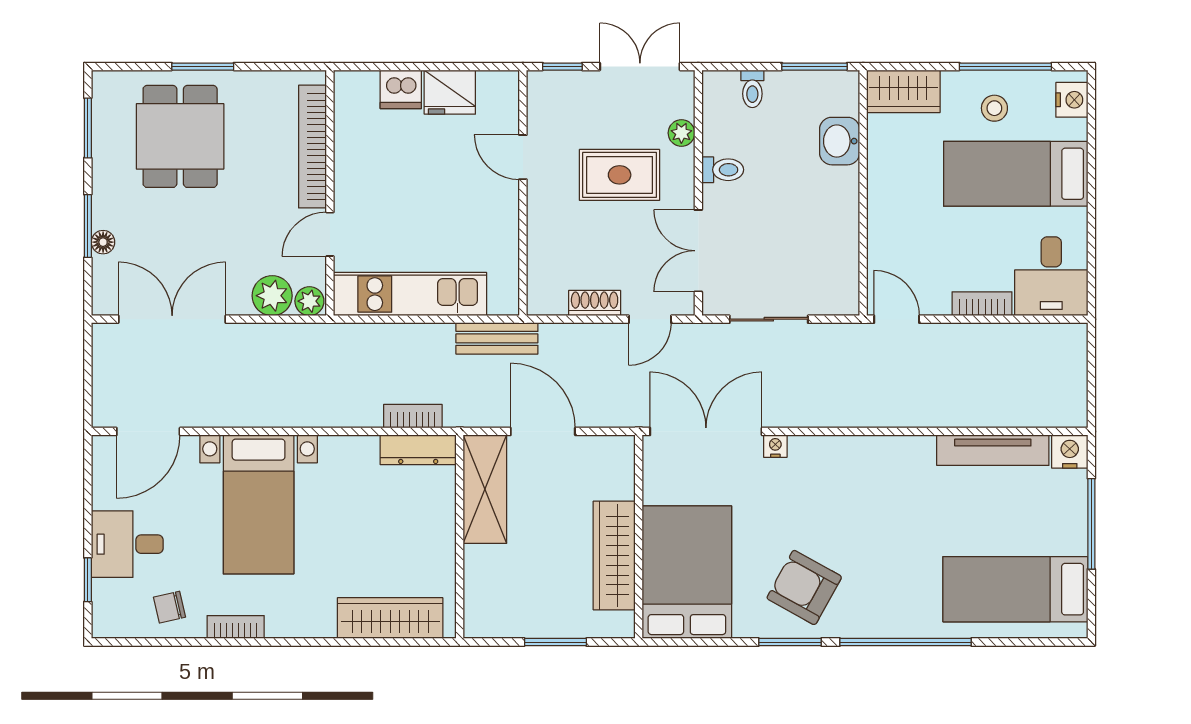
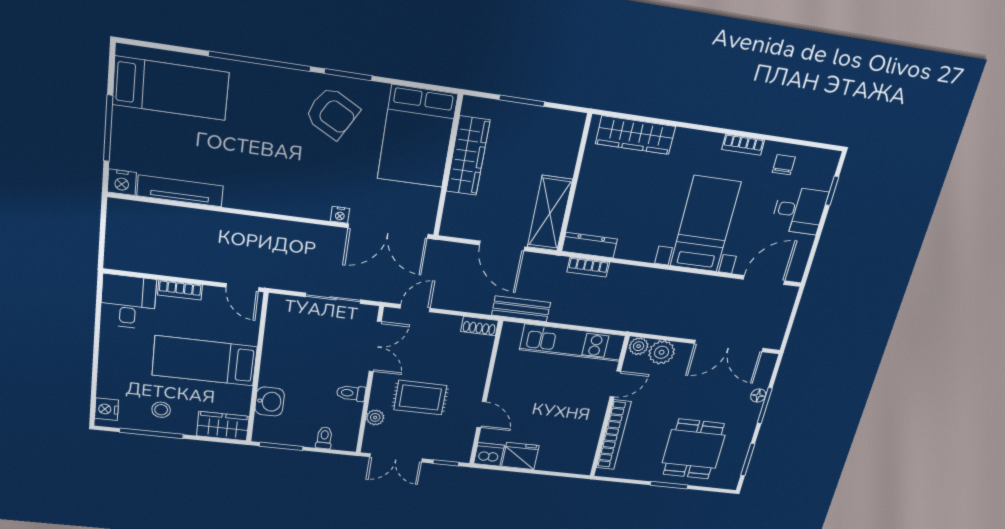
dishwasher: (401, 89) -> (489, 454), moved
bed: (1016, 174) -> (205, 361), moved, turned 180
shoe rack: (595, 303) -> (479, 326), moved
chair: (170, 607) -> (784, 165), turned -77

